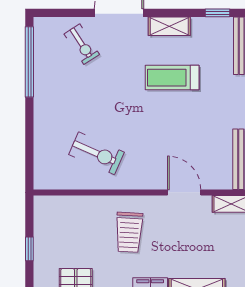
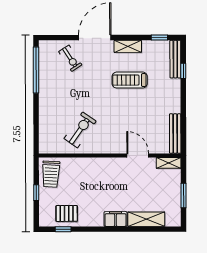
exercise bike: (96, 153) -> (80, 130), turned -79
trolley: (129, 232) -> (51, 174), moved

